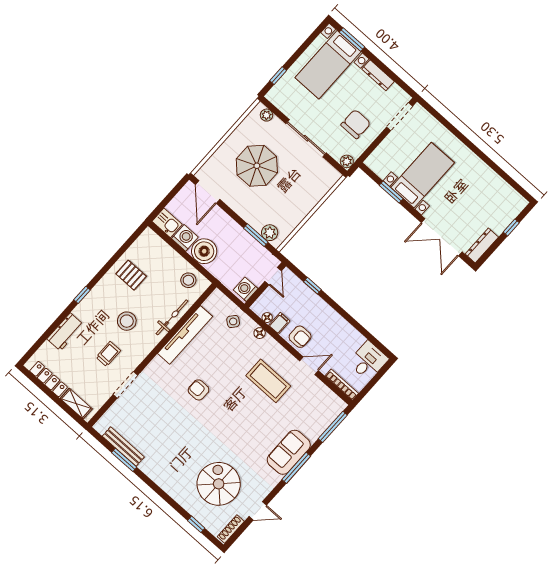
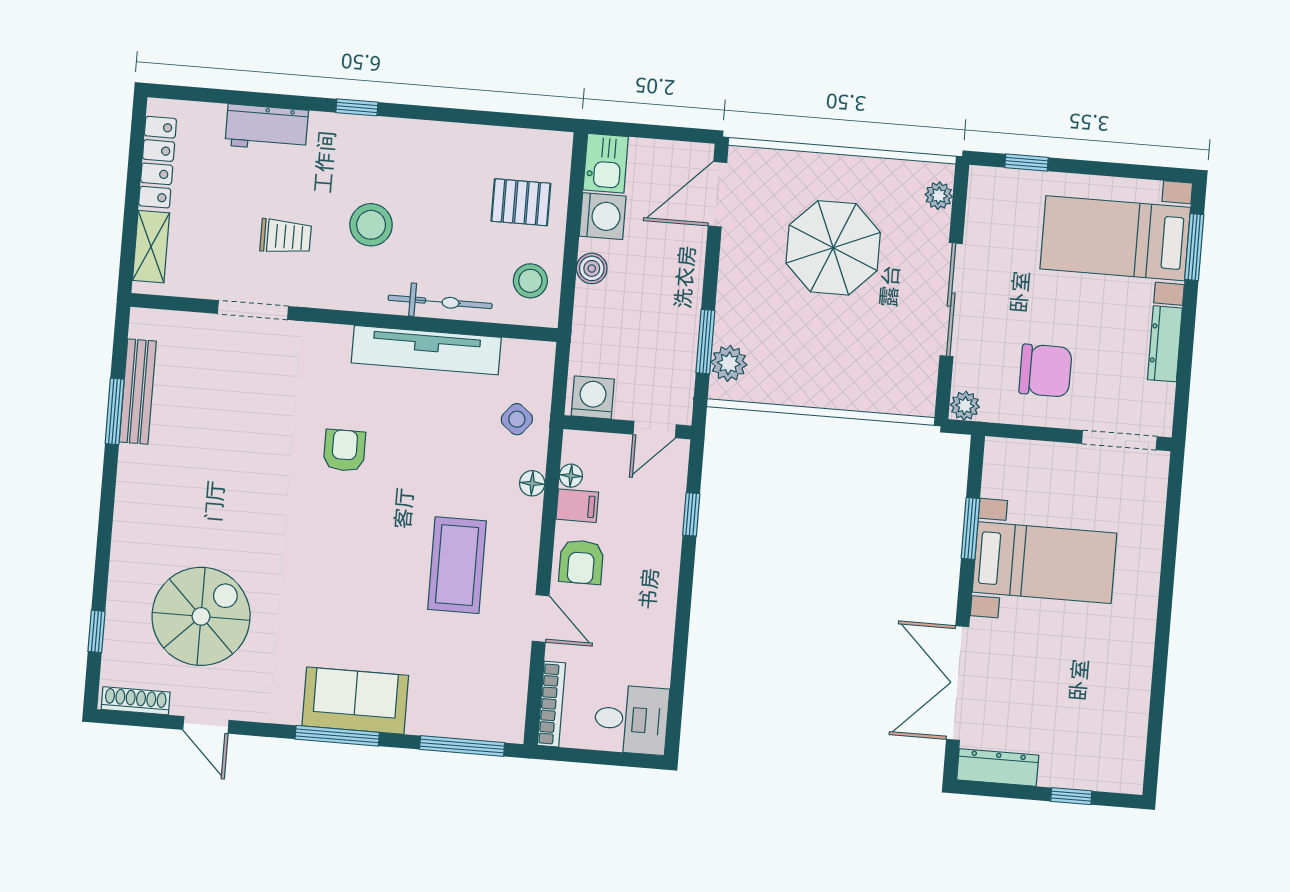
boiler: (204, 251) -> (592, 268), width x0.54, depth x0.54
pallet: (131, 275) -> (521, 202), moved, turned 90

